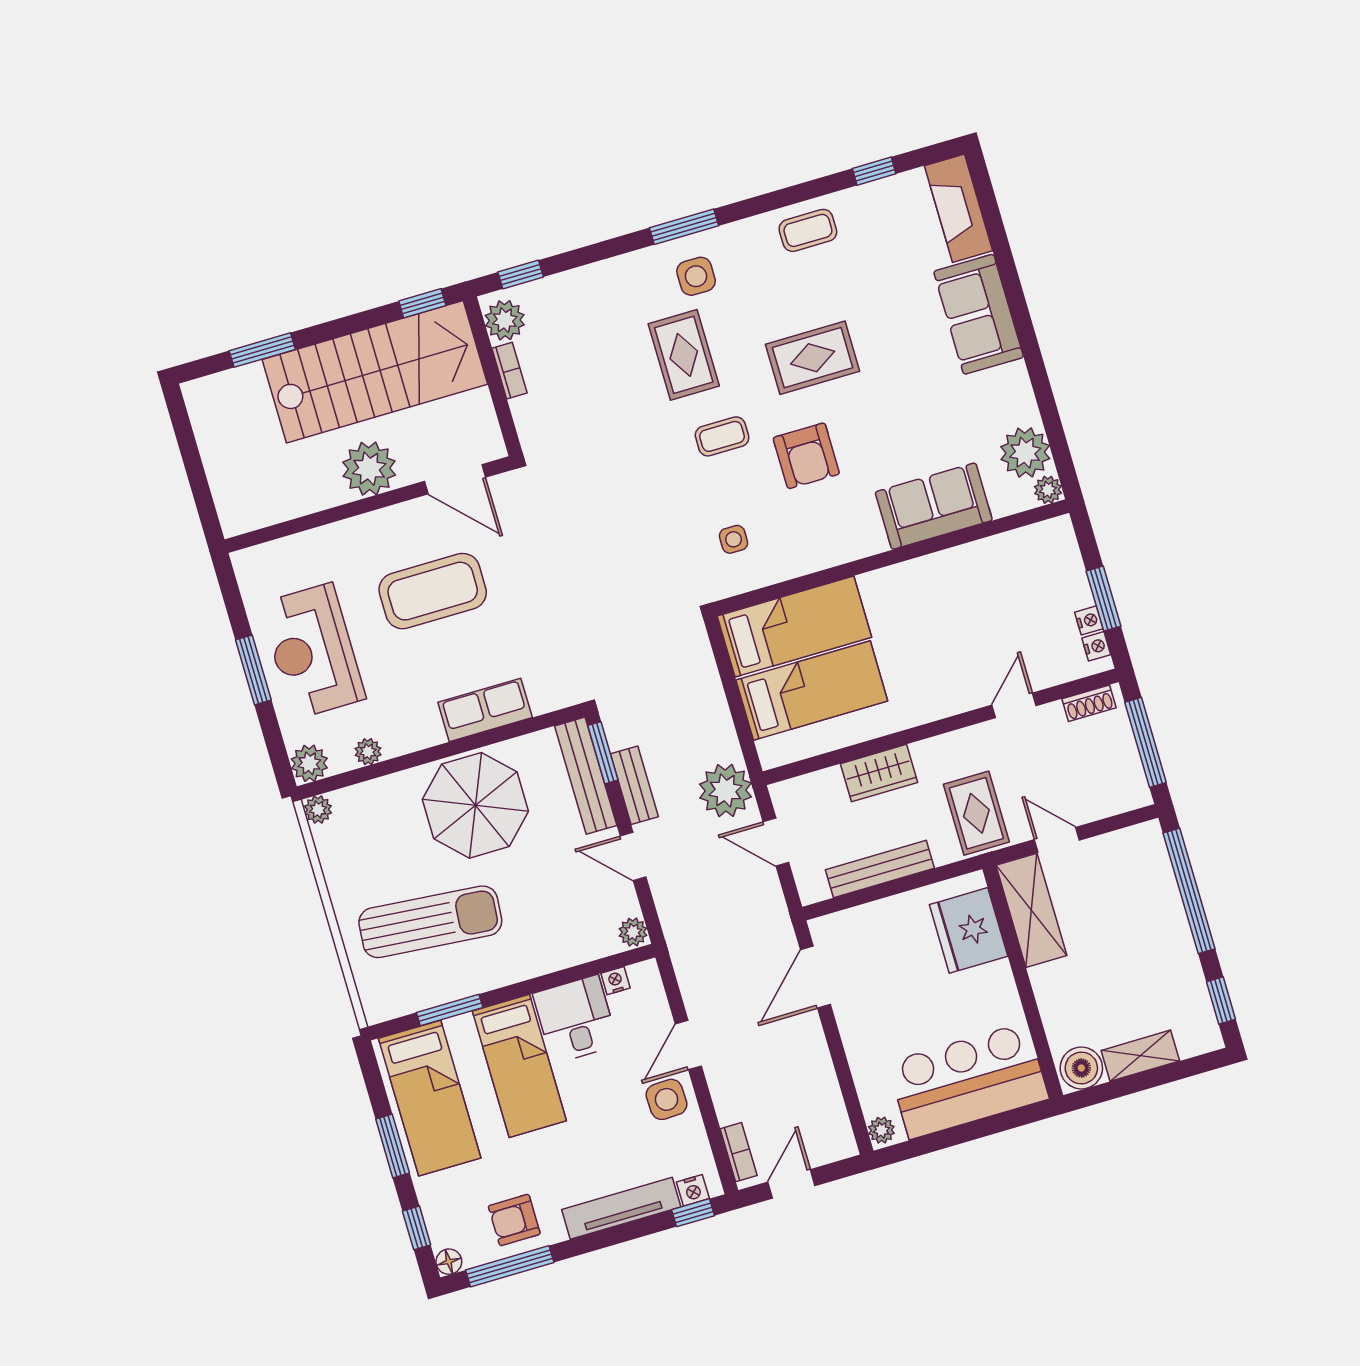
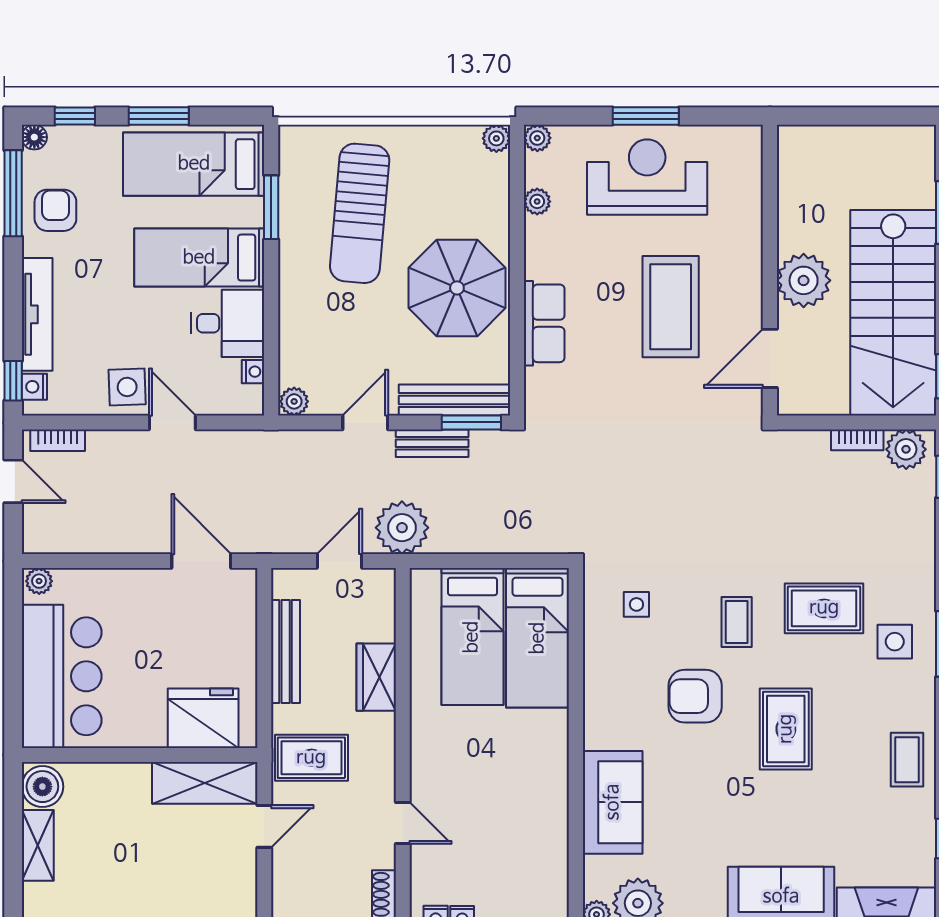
plant: (309, 763) -> (537, 138), width x0.73, depth x0.73

